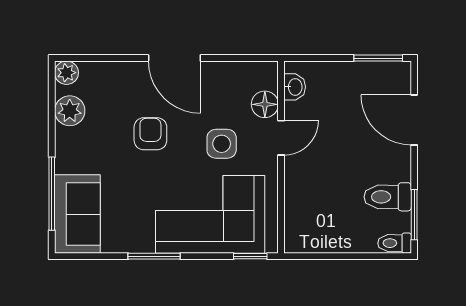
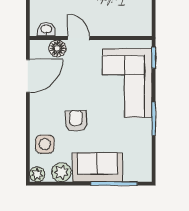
door: (174, 58) -> (28, 76), moved
armchair: (150, 134) -> (76, 121), turned 88
side table: (222, 144) -> (45, 144), moved
sofa: (77, 214) -> (97, 167), moved

